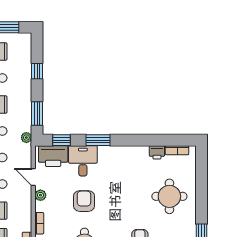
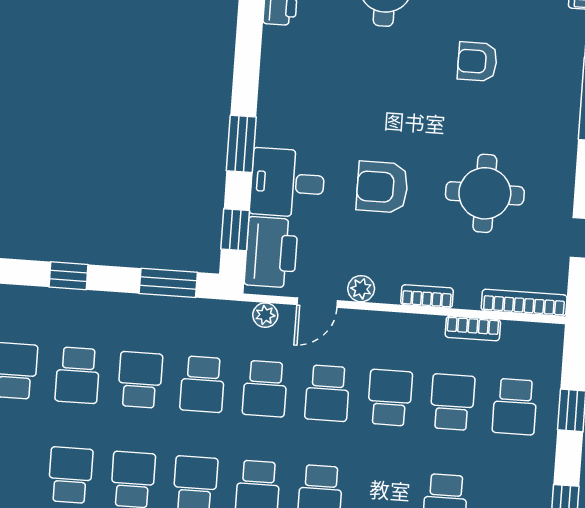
plant: (26, 138) -> (265, 315), moved

